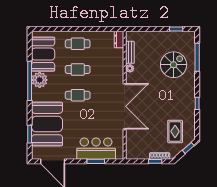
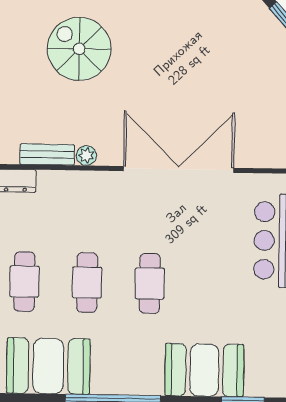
plant: (40, 80) -> (111, 376), removed
booth: (47, 124) -> (204, 370), width x0.73, depth x0.70
rug: (175, 131) -> (242, 48), removed

